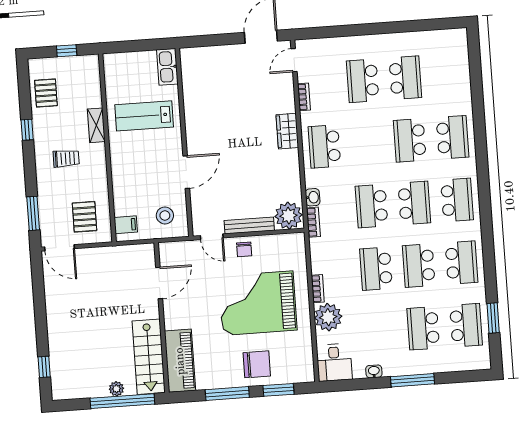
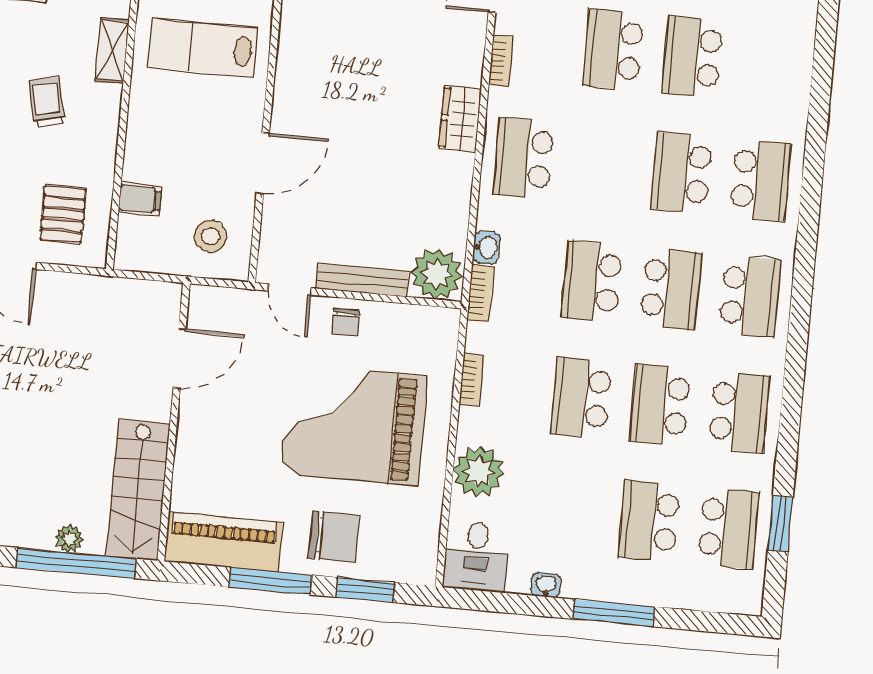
school desk: (405, 78) -> (692, 57), turned 180
trolley: (66, 158) -> (47, 102), turned -103
filing cabinet: (126, 225) -> (140, 199), moved
bookcase: (318, 289) -> (472, 380), moved
piano: (180, 361) -> (223, 542), moved, turned -90

